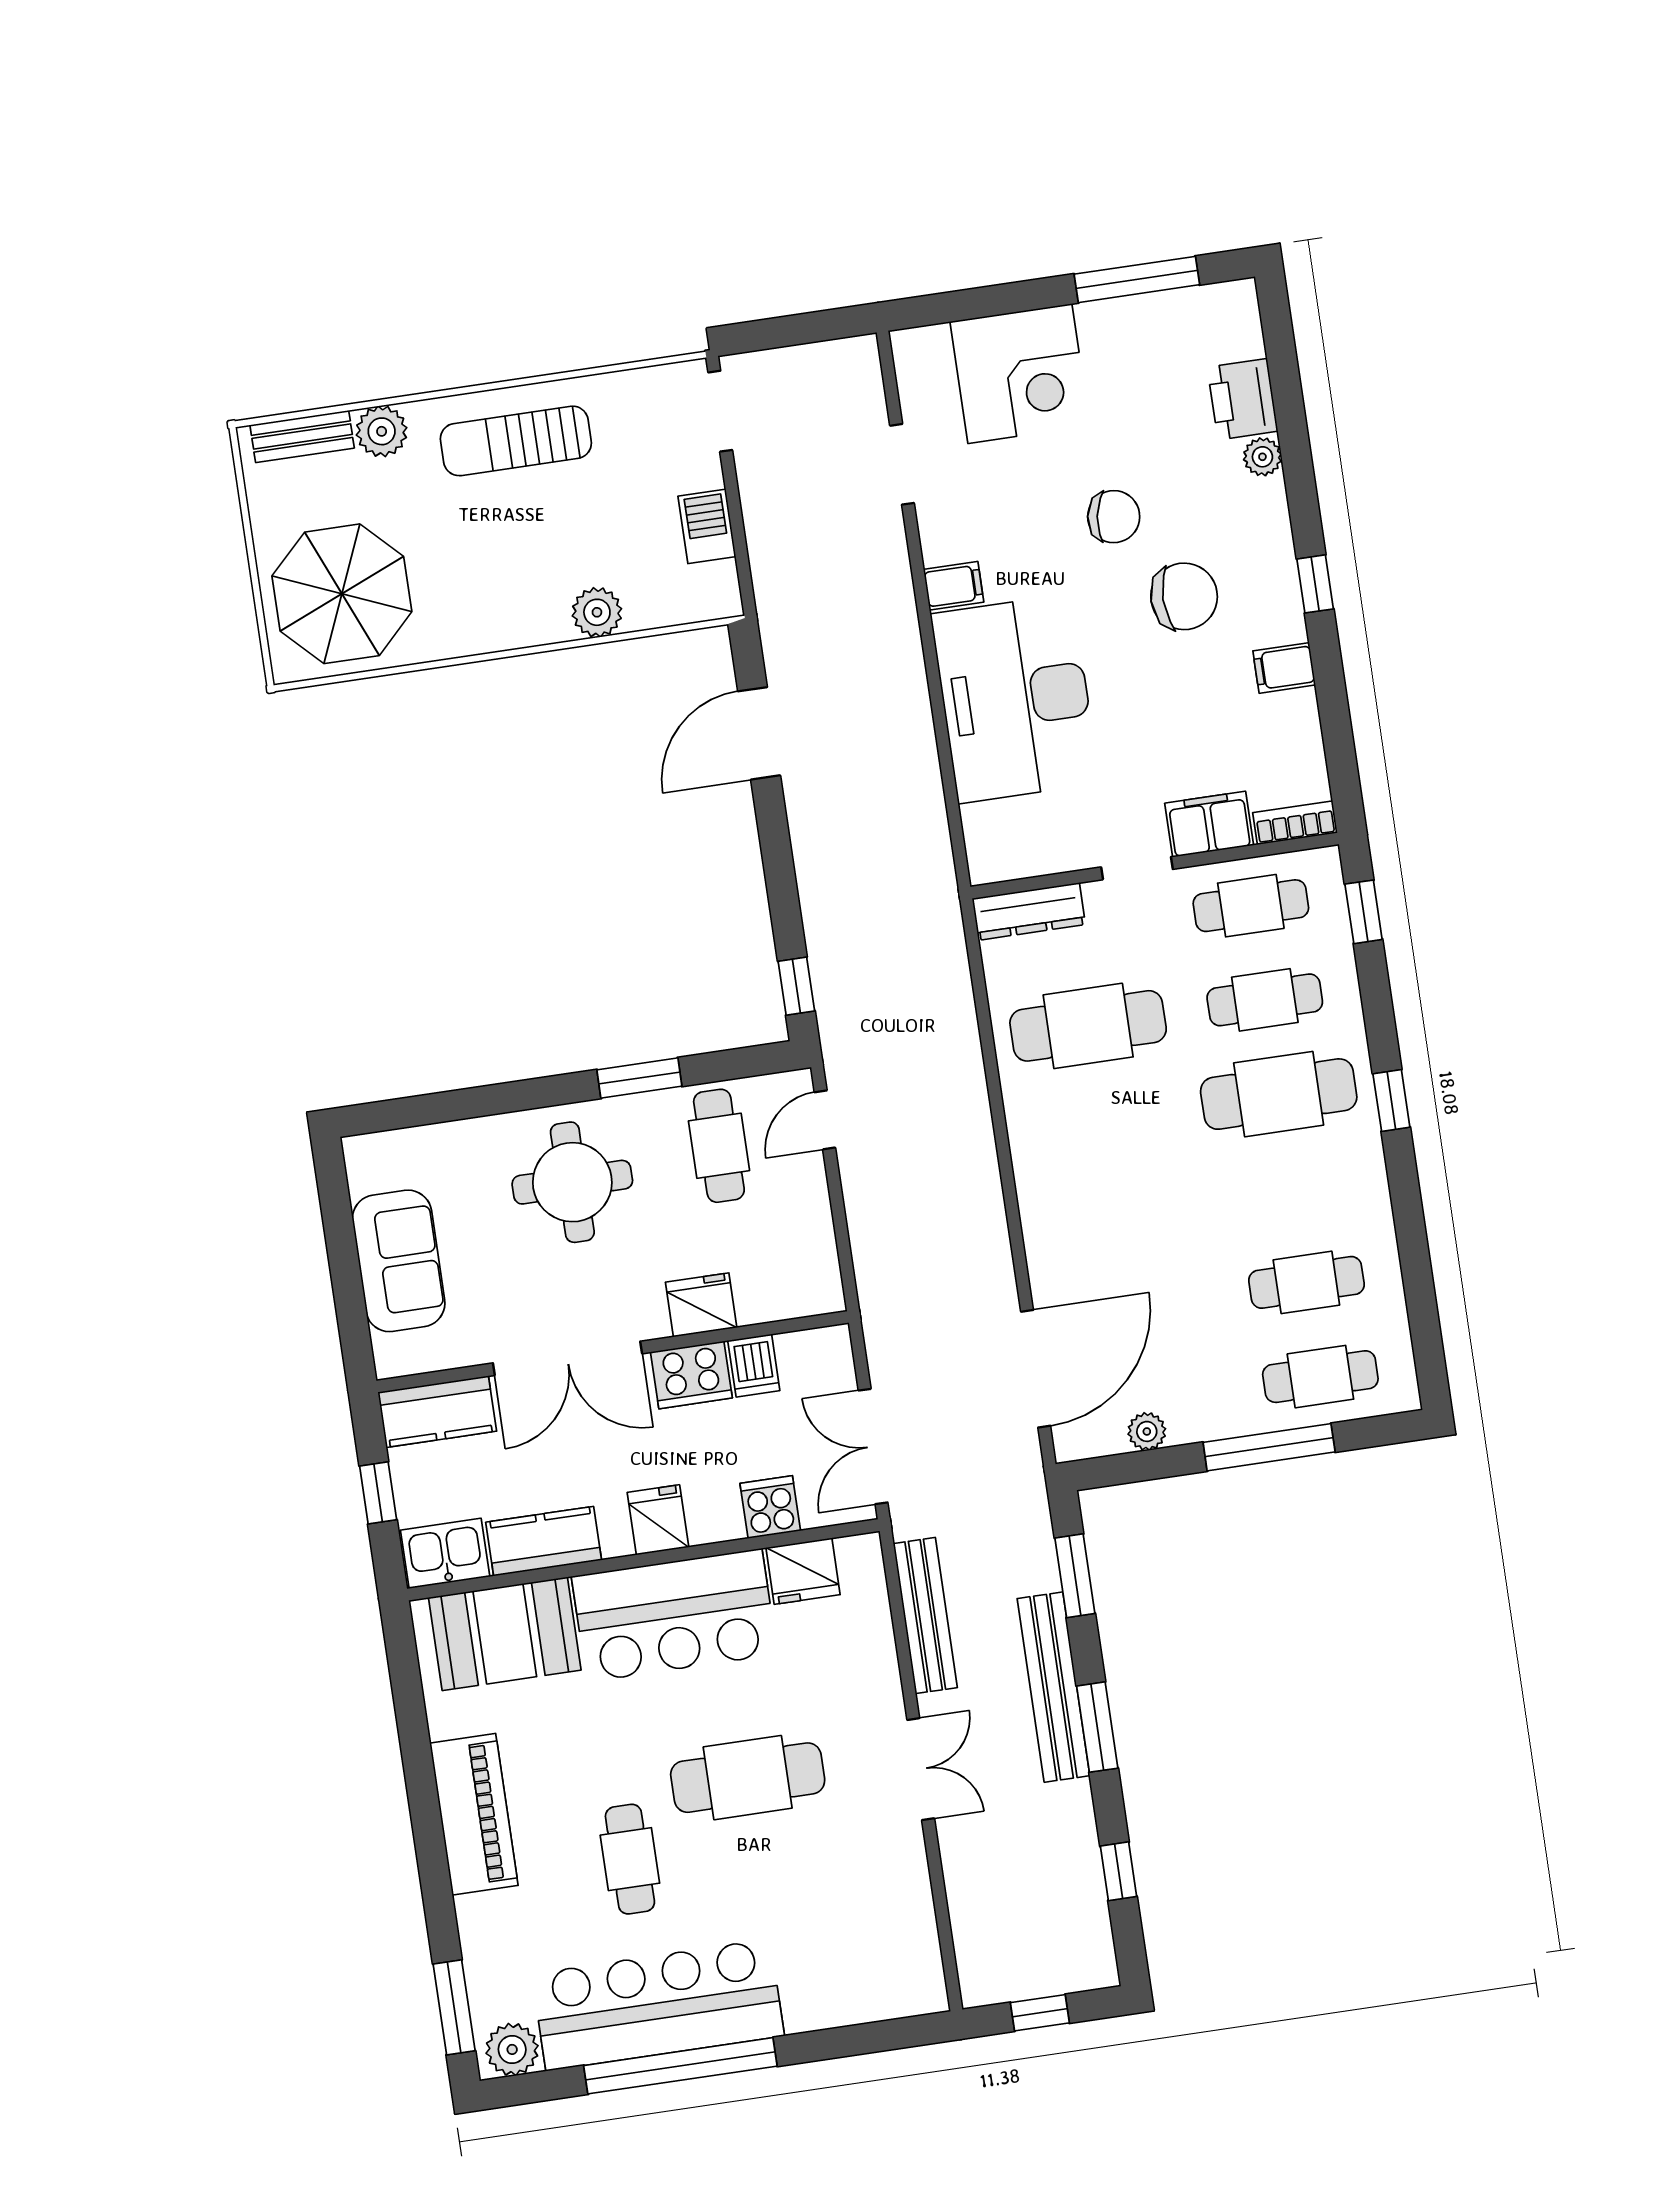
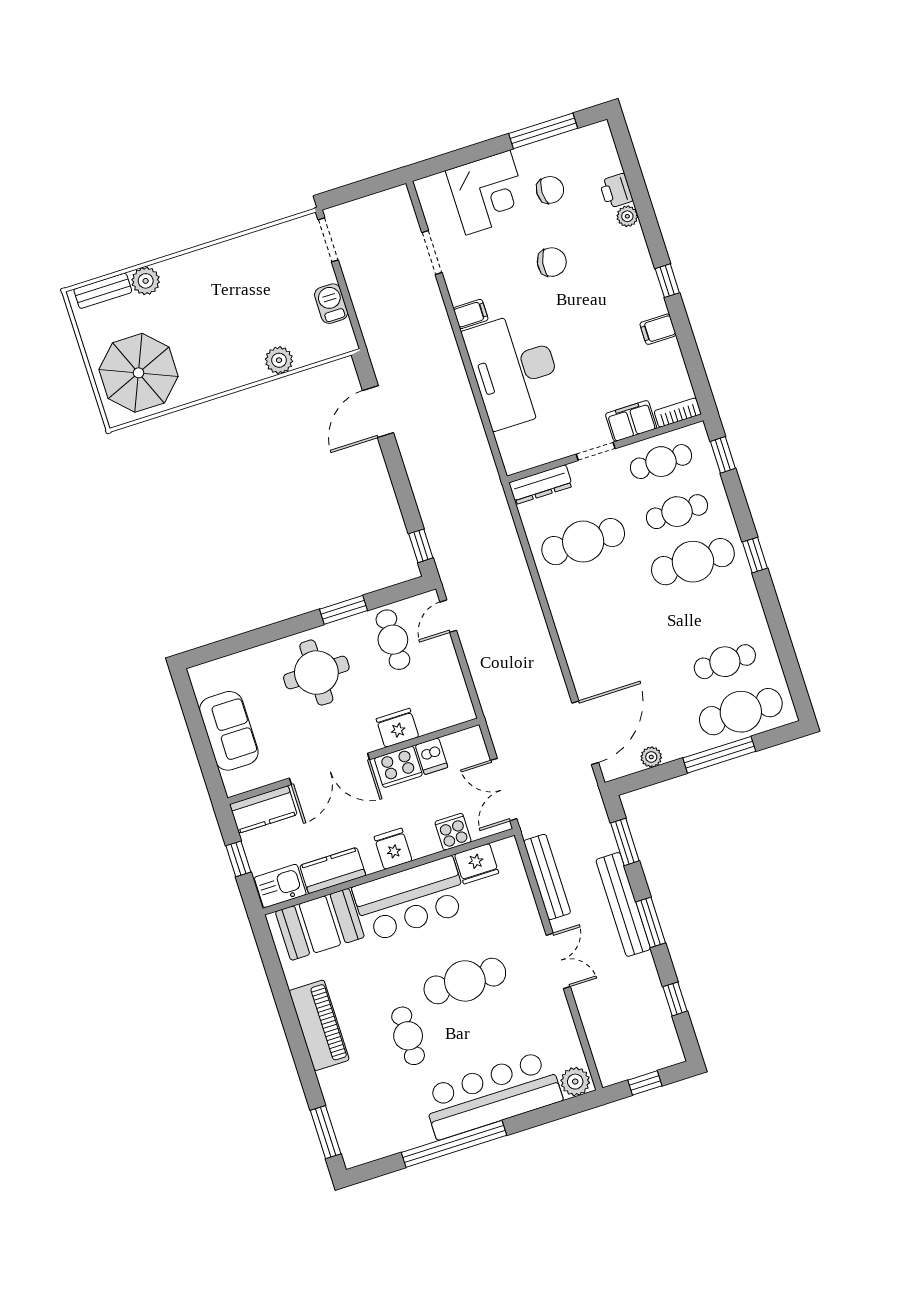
printer: (1243, 399) -> (616, 191), width x0.73, depth x0.81
sun lounger: (516, 441) -> (220, 274), removed
chair: (1184, 596) -> (550, 190), moved, width x0.73, depth x0.73
cafe table: (1320, 1377) -> (741, 712), width x1.37, depth x1.35
bar counter: (658, 2005) -> (492, 1095), moved
plant: (512, 2049) -> (575, 1082), moved

